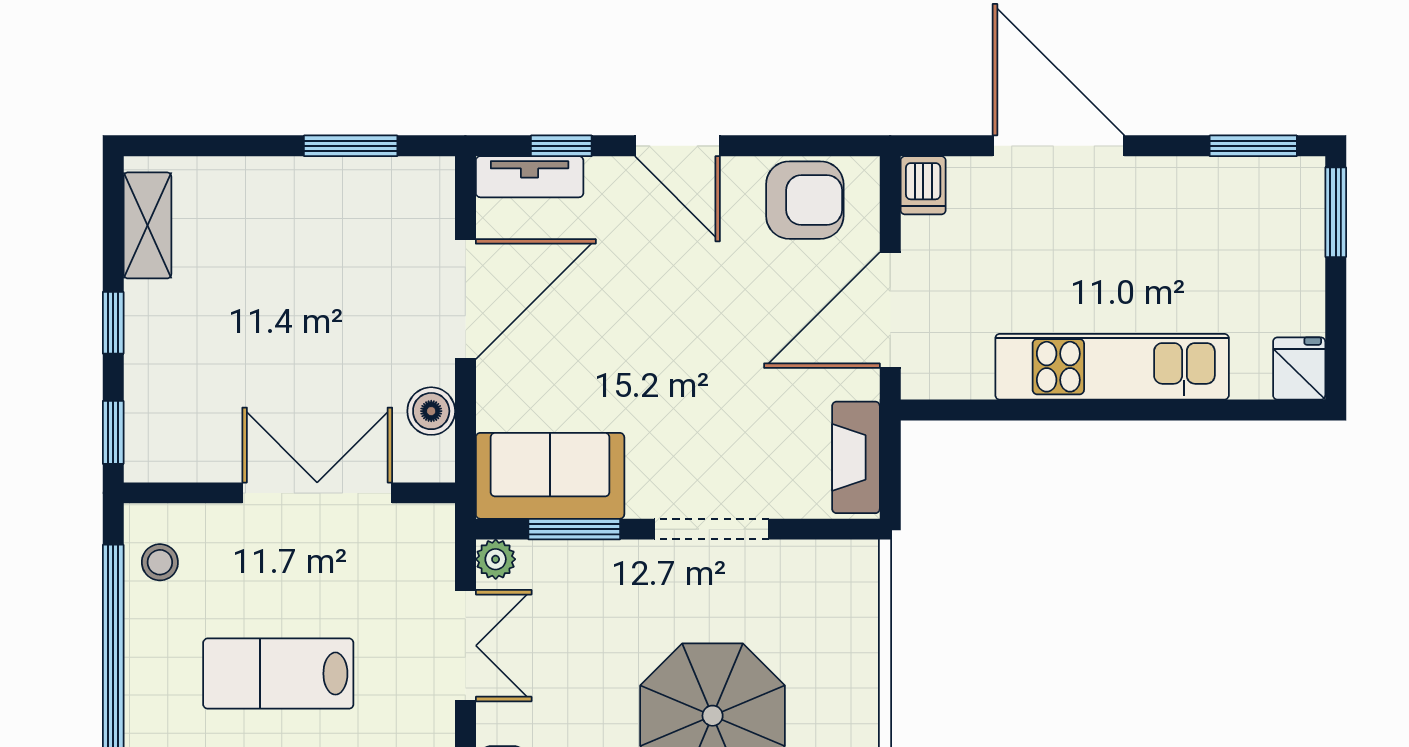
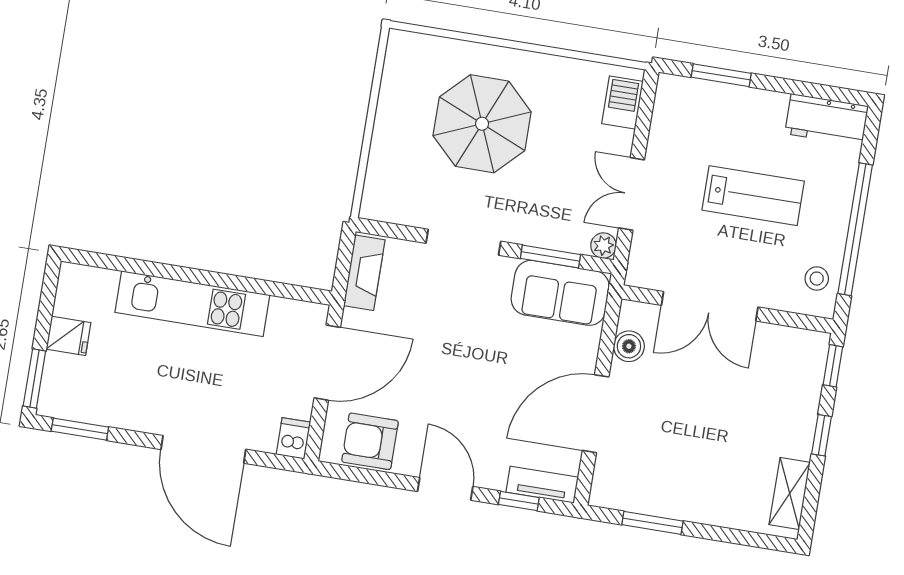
fridge: (1299, 368) -> (68, 336), moved, turned -90

